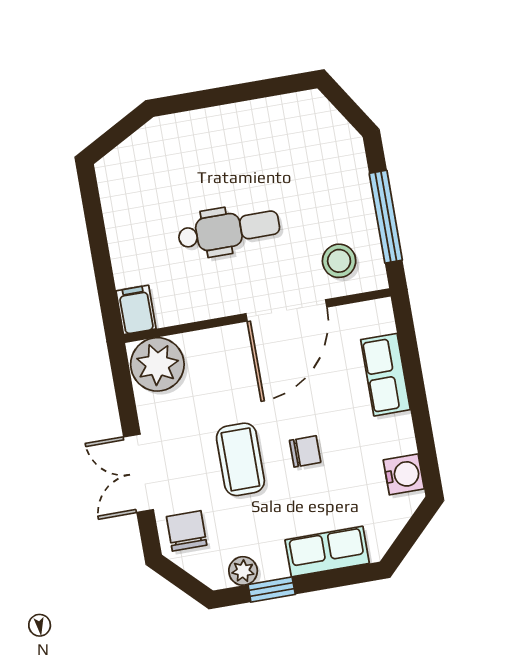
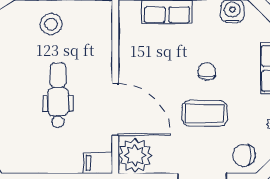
stool: (339, 261) -> (51, 24), moved
door: (286, 310) -> (115, 109), moved

